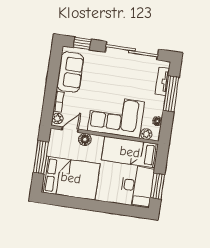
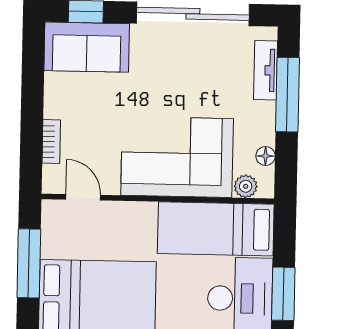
sofa: (70, 72) -> (87, 47), moved, turned 90
plant: (57, 119) -> (53, 177), removed
door: (70, 130) -> (83, 197), hinge flipped
floor lamp: (85, 139) -> (117, 214), removed

